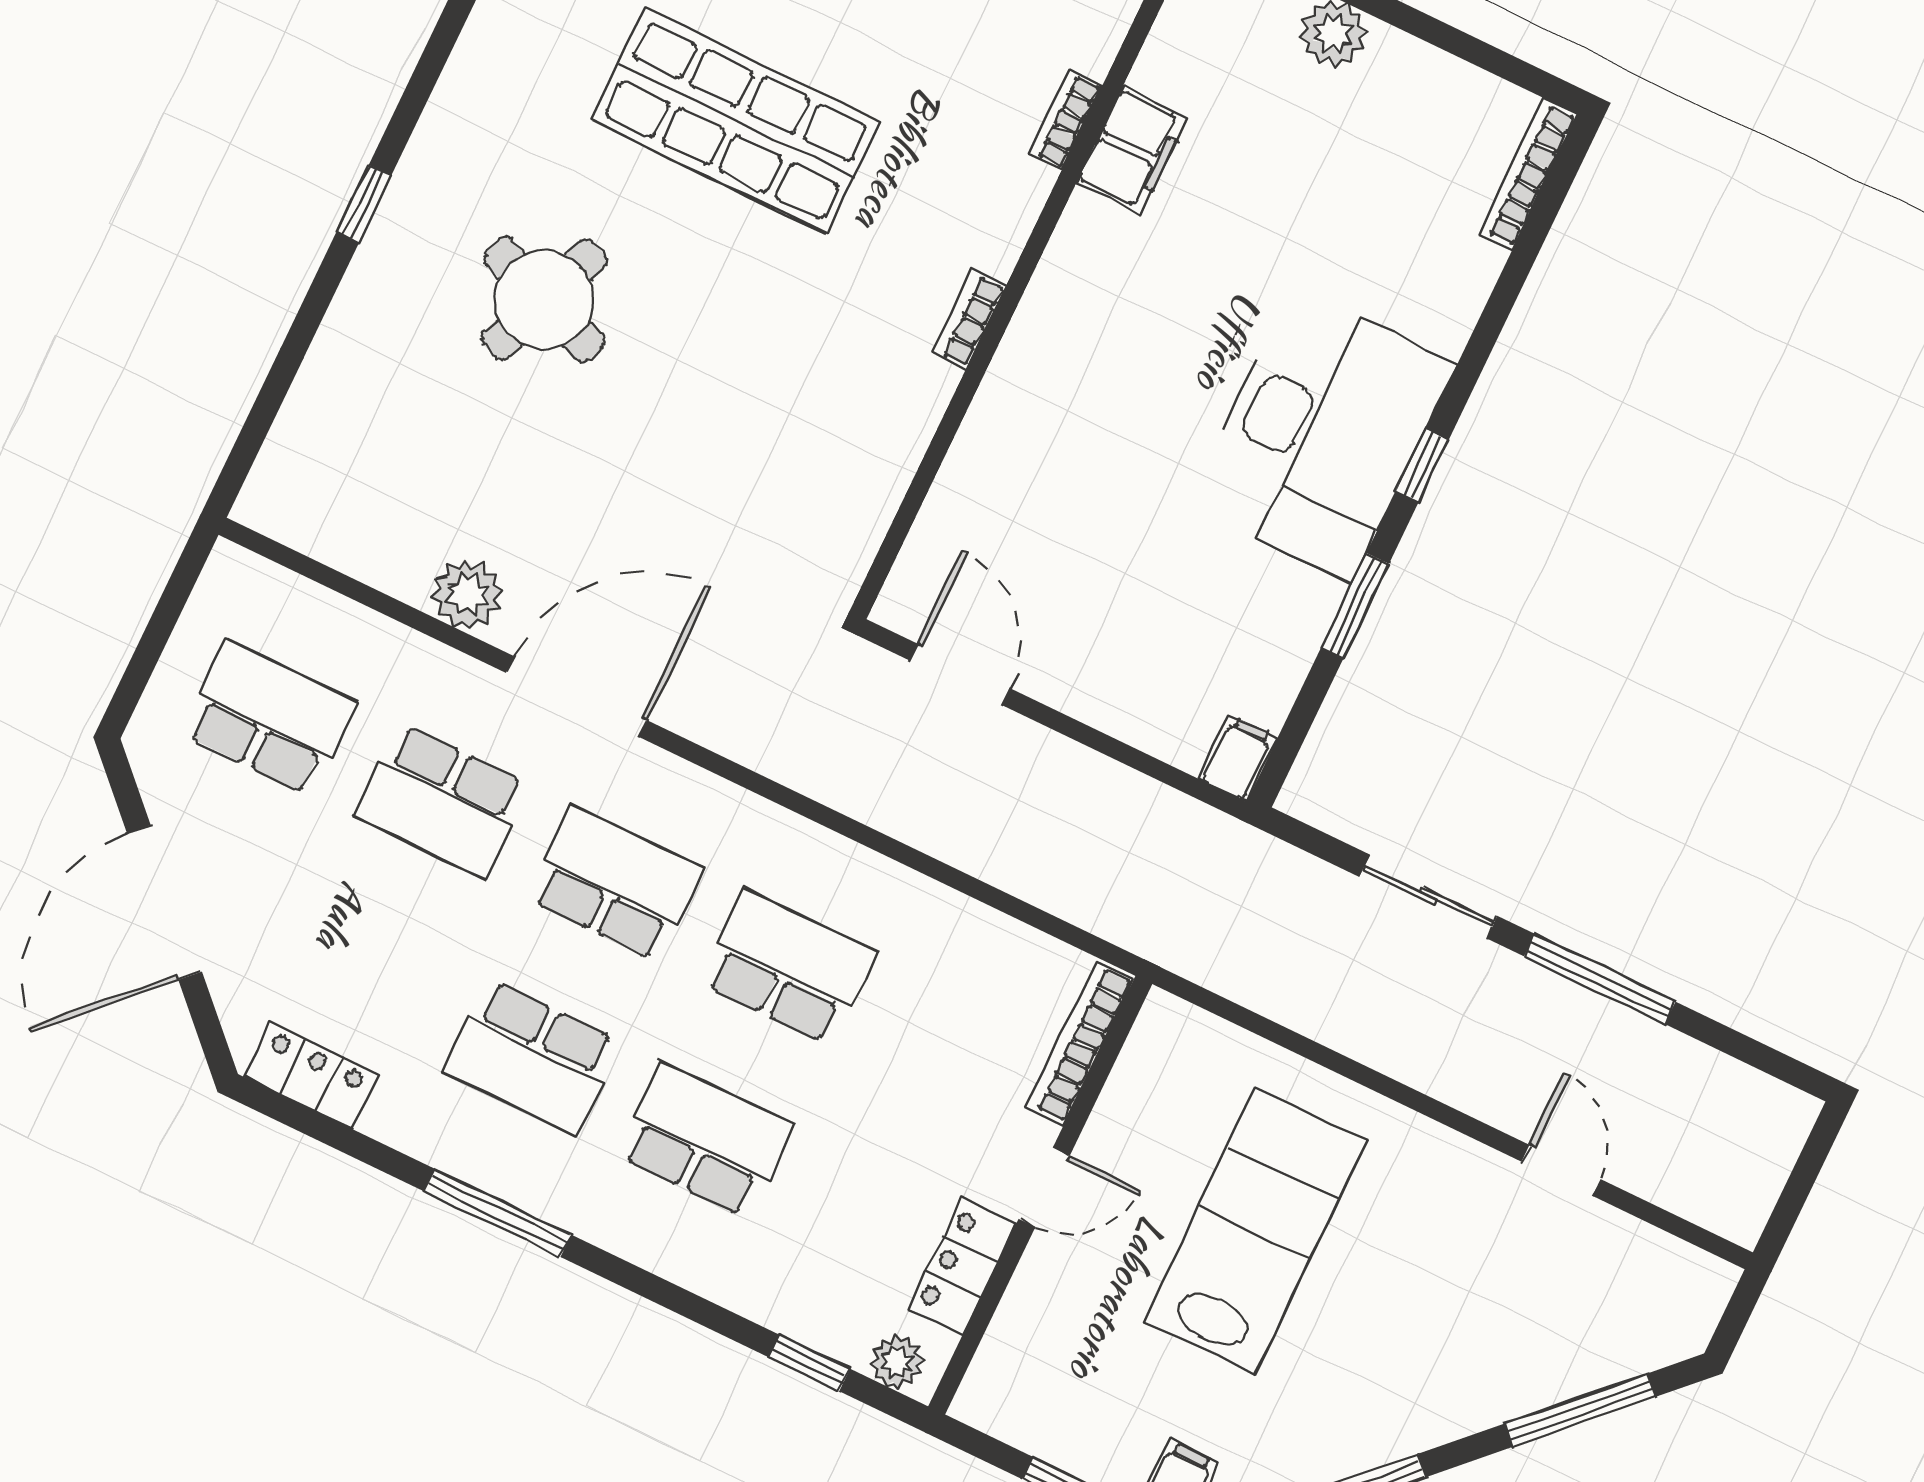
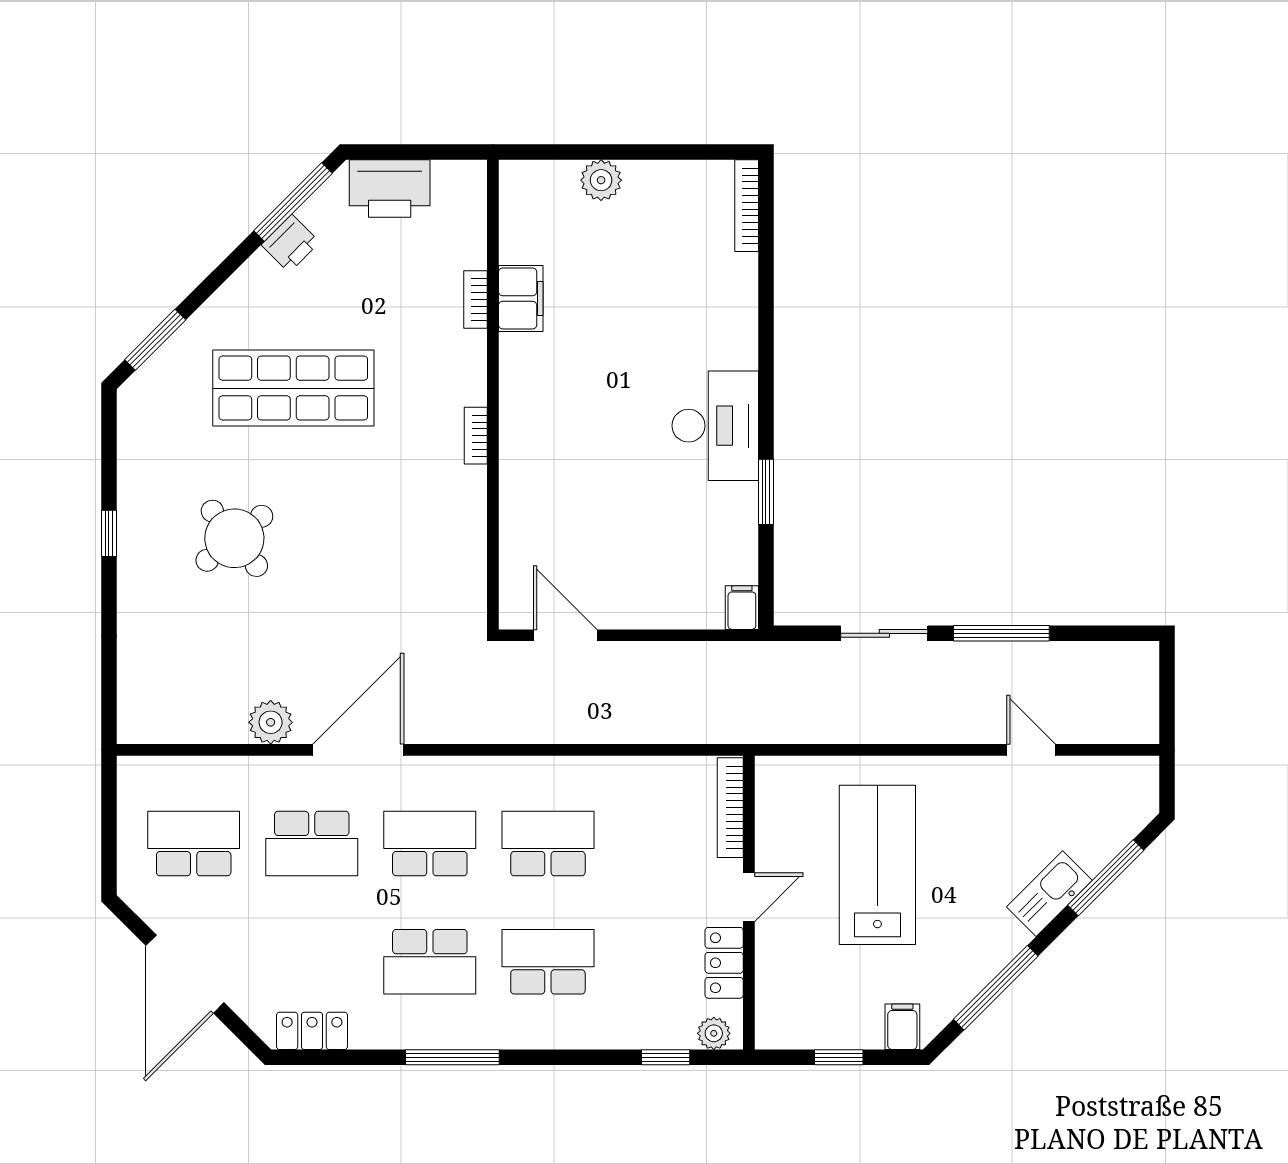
round table: (544, 300) -> (234, 538), turned 30
desk: (1322, 435) -> (715, 426), width x0.73, depth x0.77
window: (1422, 466) -> (766, 396), removed
kitchen sink: (1487, 1394) -> (1049, 894), added

